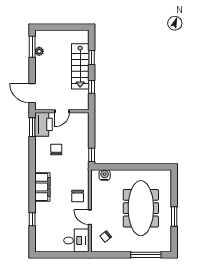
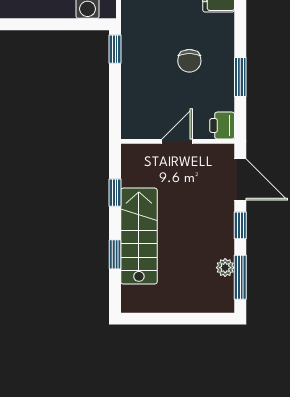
window: (32, 71) -> (240, 225), added
printer: (43, 124) -> (222, 125), width x0.53, depth x0.68
window: (32, 127) -> (240, 77), moved

